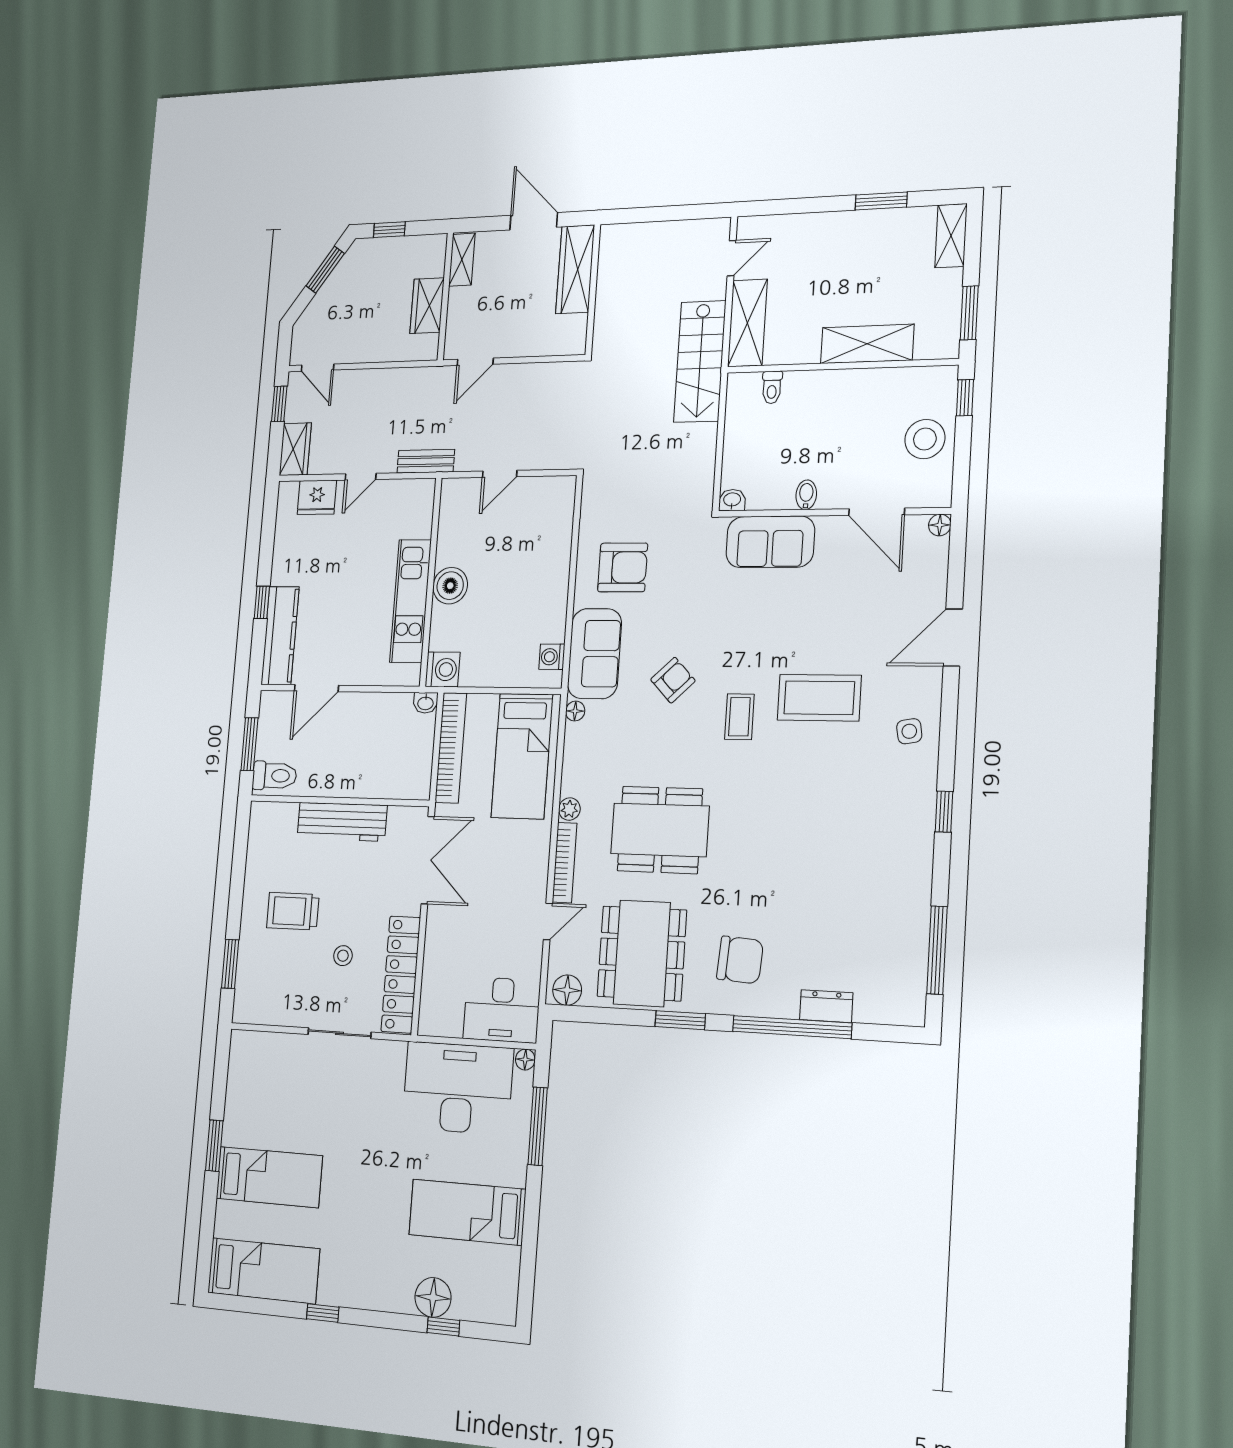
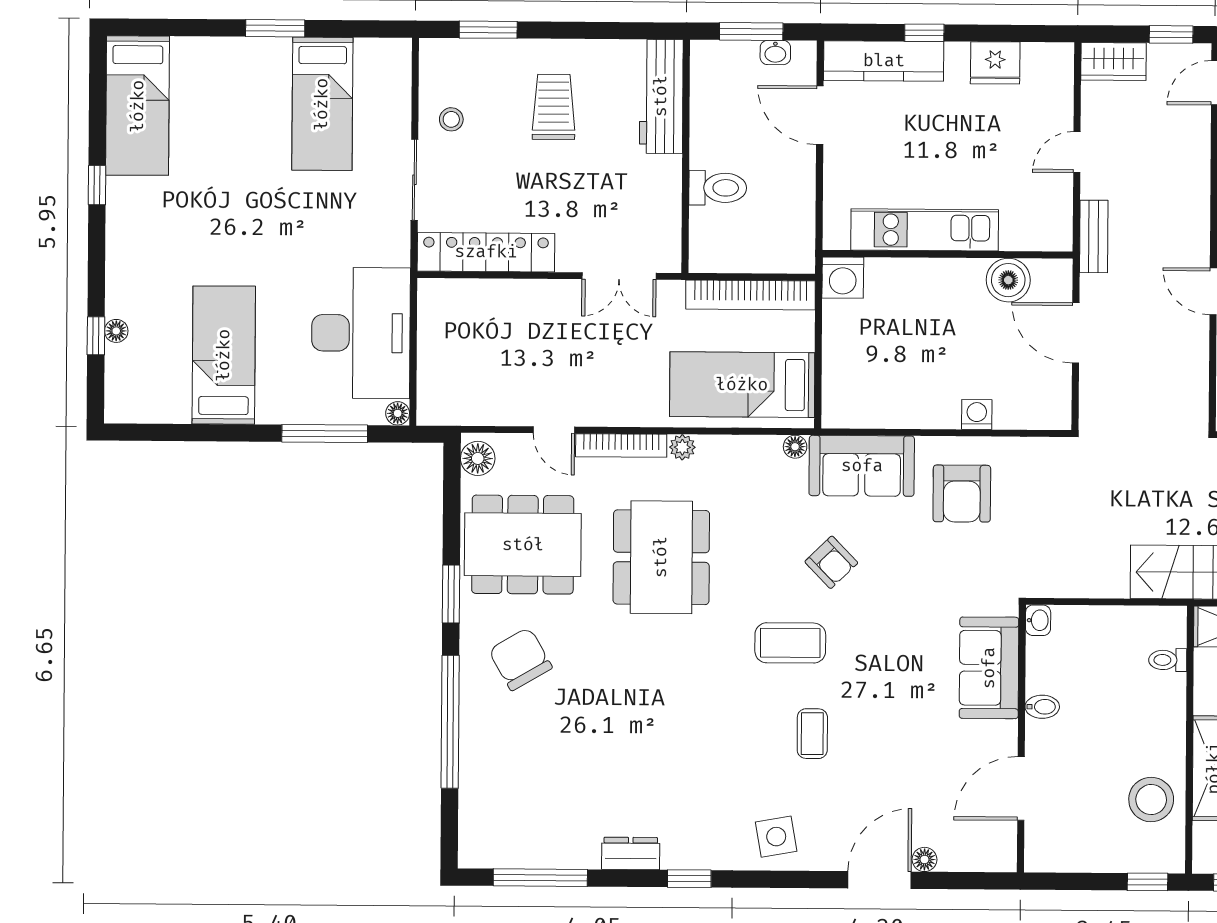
stool: (925, 439) -> (1151, 800), moved
door: (500, 474) -> (1076, 333), width x1.37
door: (361, 477) -> (1077, 152), hinge flipped
fridge: (317, 497) -> (995, 63), moved, turned -90
floor lamp: (940, 525) -> (924, 859), moved
boiler: (450, 586) -> (1008, 280), moved
door: (953, 638) -> (879, 880), hinge flipped
washing machine: (552, 657) -> (977, 414), moved
coffee table: (819, 698) -> (812, 734), width x0.54, depth x0.58
washbasin: (426, 703) -> (775, 52), moved, turned -90
coffee table: (739, 717) -> (790, 643), width x1.36, depth x1.30
side table: (909, 731) -> (776, 837), width x1.37, depth x1.37
toilet: (275, 776) -> (718, 188), moved, turned -90
workbench: (342, 822) -> (661, 96), moved
double door: (428, 860) -> (619, 276), width x0.73
stool: (343, 956) -> (451, 119), moved
chair: (740, 960) -> (520, 659), turned 146
dresser: (826, 1006) -> (631, 853), moved, turned -90
desk: (502, 1010) -> (452, 381), removed
bed: (269, 1177) -> (322, 104), moved
floor lamp: (433, 1297) -> (116, 331), width x0.53, depth x0.53

